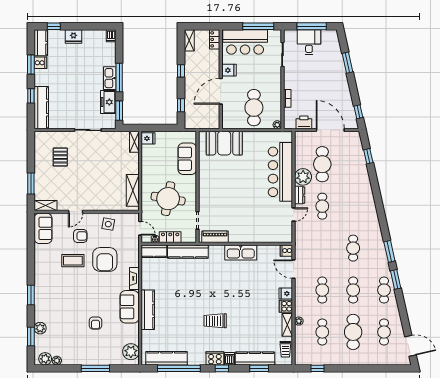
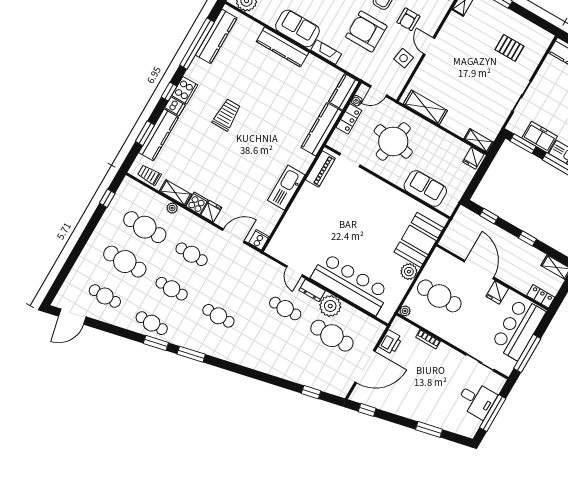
plant: (249, 137) -> (409, 272), added
door: (76, 212) -> (429, 46), moved
cafe table: (322, 332) -> (145, 227), width x1.37, depth x1.35

